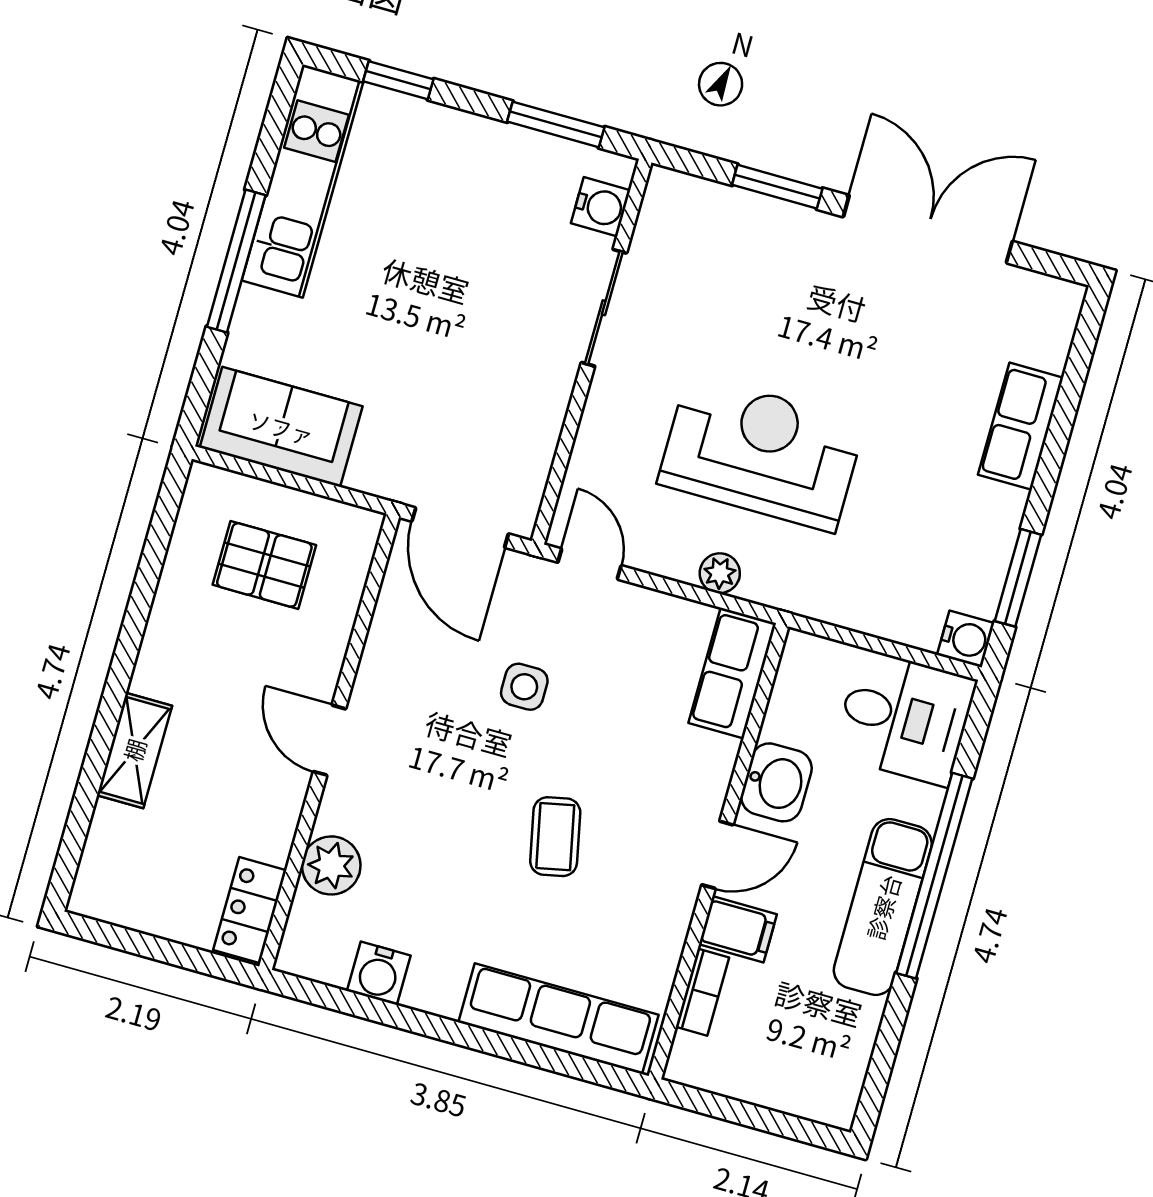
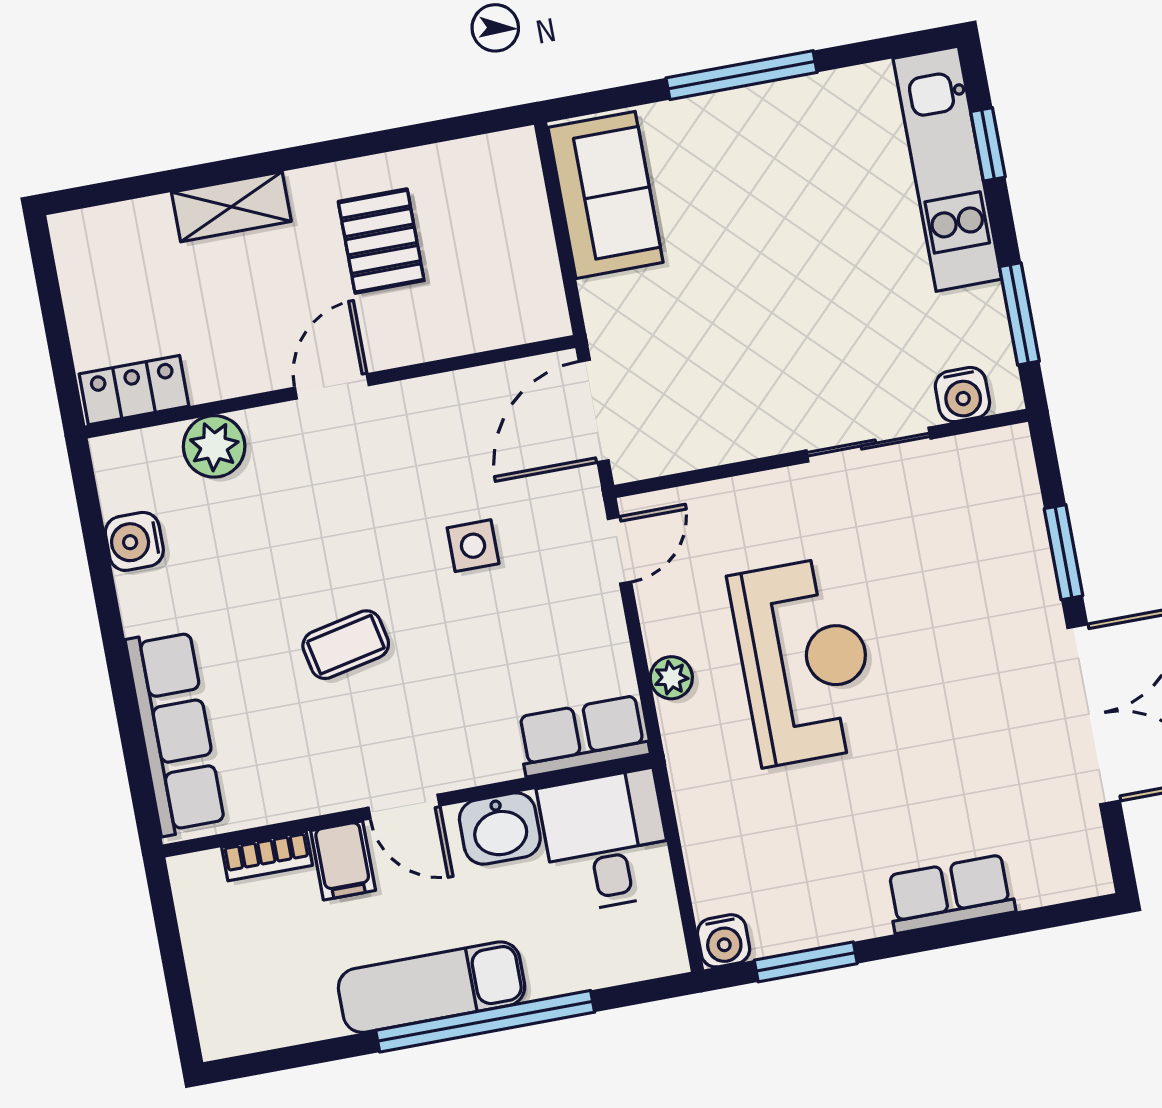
kitchen unit: (302, 181) -> (947, 169), moved, turned 90
pallet: (264, 565) -> (381, 241), moved
desk: (905, 718) -> (606, 841), moved, turned 180

